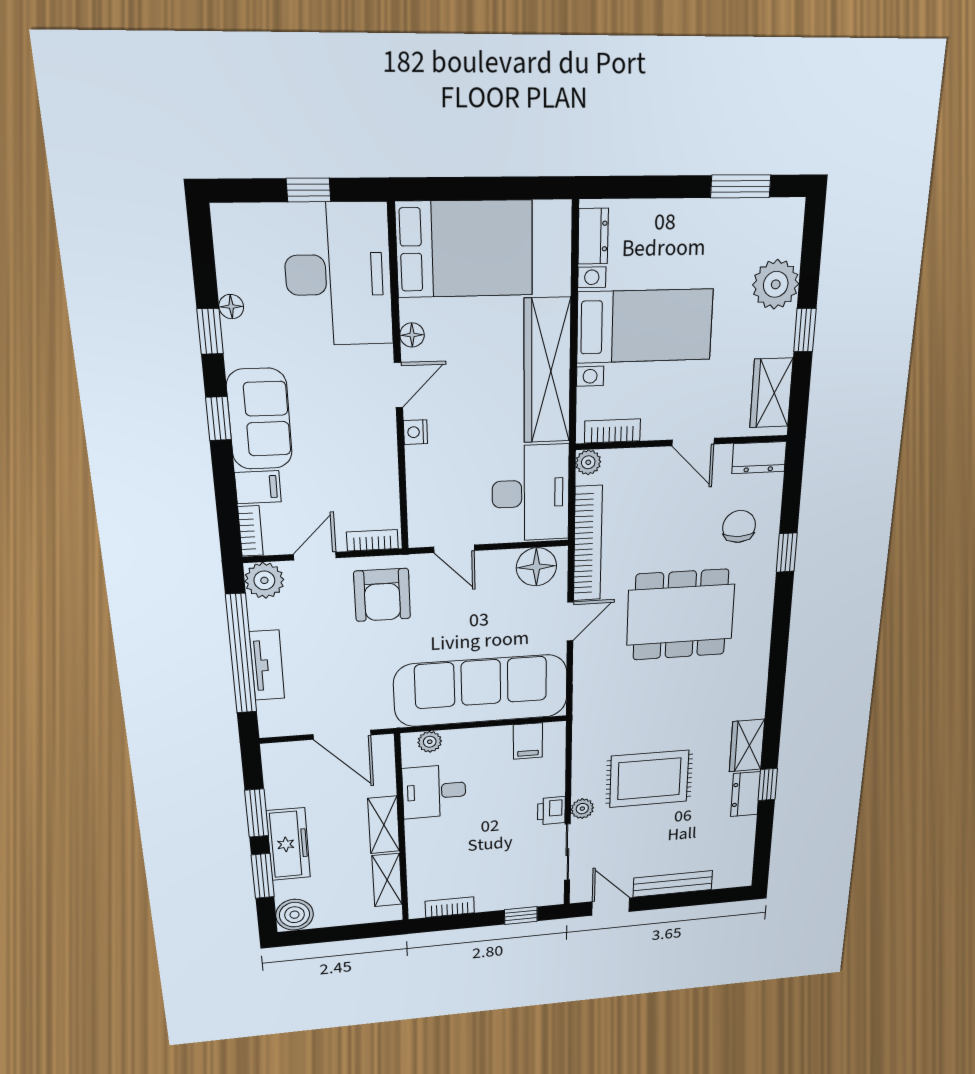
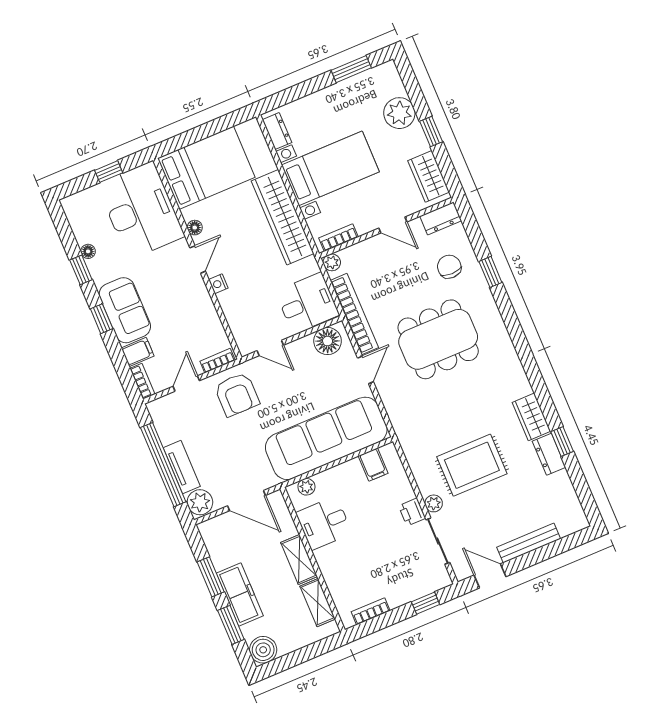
desk: (531, 493) -> (307, 303), width x0.73
plant: (264, 580) -> (200, 502), moved

